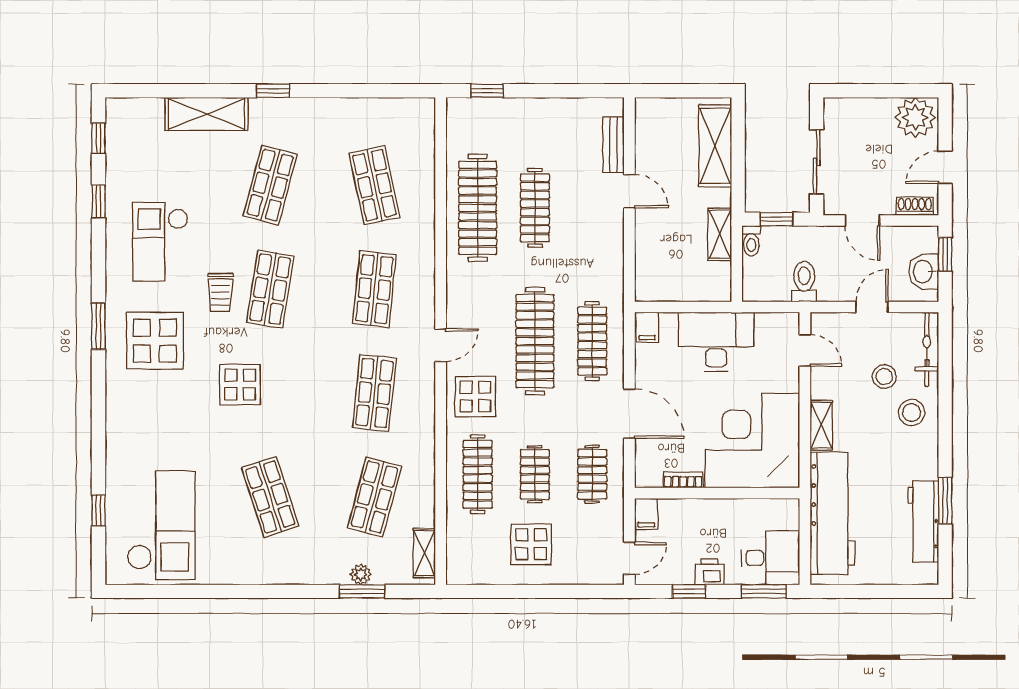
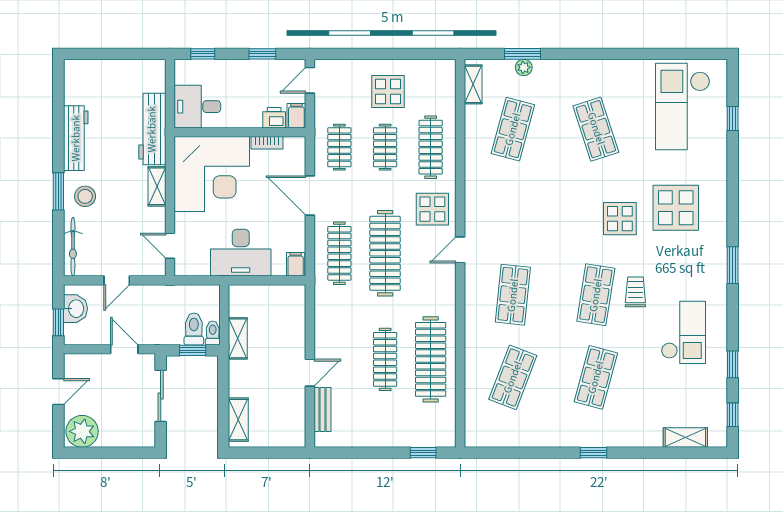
shelving: (206, 114) -> (685, 438), moved, width x0.67, depth x0.75
shelving: (715, 146) -> (238, 420), width x0.67, depth x0.75
shop shelf: (374, 185) -> (513, 377), turned 33
door: (629, 191) -> (310, 373), swing flipped
shoe rack: (915, 206) -> (82, 361), removed
toilet: (804, 282) -> (194, 329), moved, turned 180
display table: (155, 341) -> (676, 208), moved
stool: (884, 377) -> (107, 225), removed
shop shelf: (374, 393) -> (513, 212), removed
window: (945, 501) -> (58, 191), moved
workbench: (833, 513) -> (152, 129), width x0.73, depth x0.76
workbench: (923, 521) -> (76, 138), moved
desk: (771, 558) -> (197, 107), moved
printer: (709, 572) -> (274, 118), moved, turned 180
window: (764, 591) -> (203, 54), width x0.67

